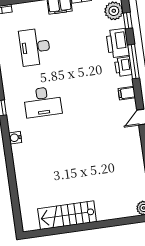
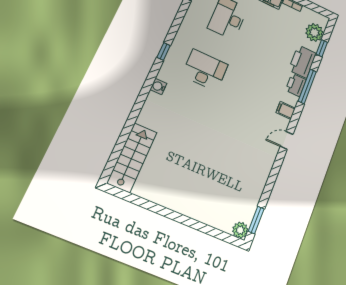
desk: (43, 102) -> (205, 70), turned 180
stairs: (67, 215) -> (132, 157), moved, turned 90

